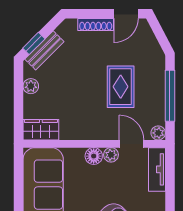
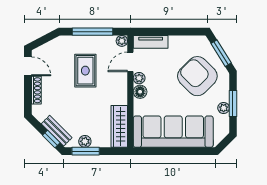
window: (18, 87) -> (86, 151), added
rug: (121, 87) -> (85, 71), turned 90
wardrobe: (41, 130) -> (119, 126), width x1.50

